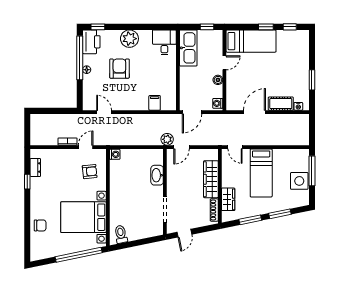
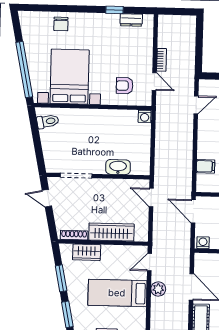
plant: (167, 139) -> (158, 289), moved
armchair: (90, 172) -> (125, 86), turned 96

